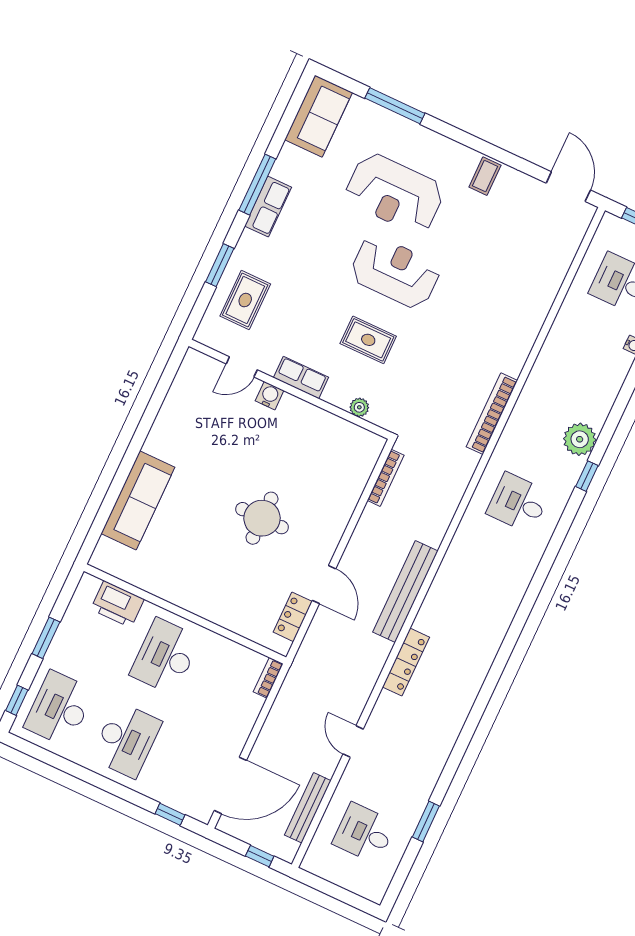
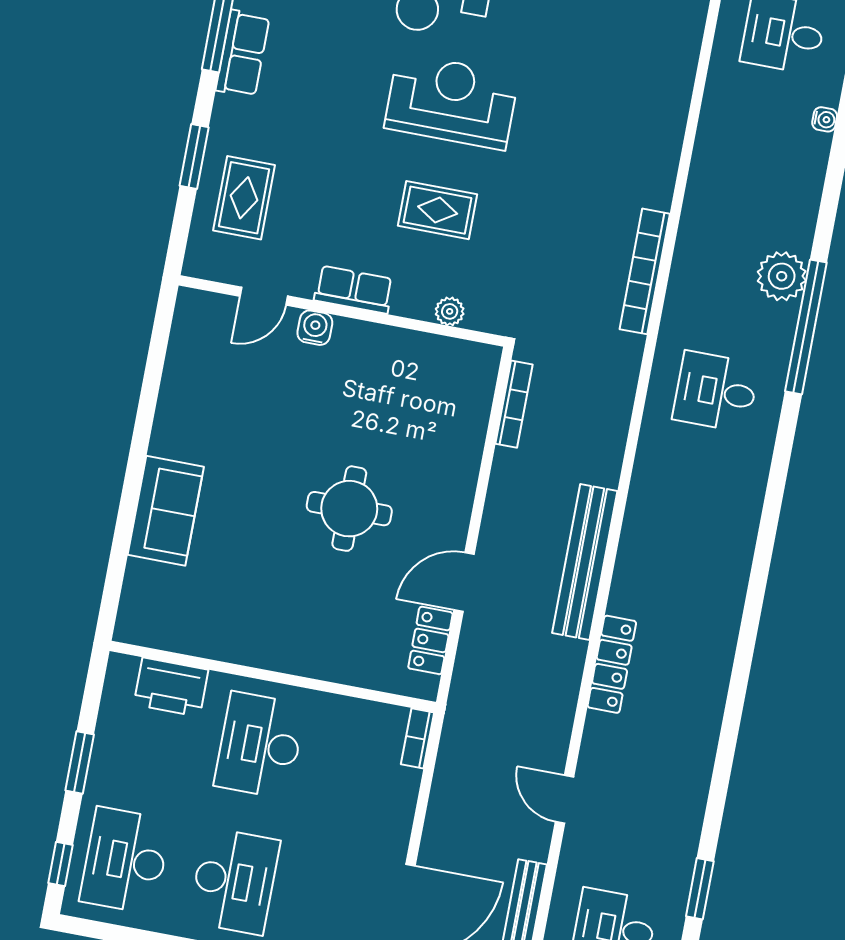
window: (587, 476) -> (806, 327), width x3.17
sofa: (138, 500) -> (166, 511), width x0.73
door: (324, 585) -> (464, 582), swing flipped

